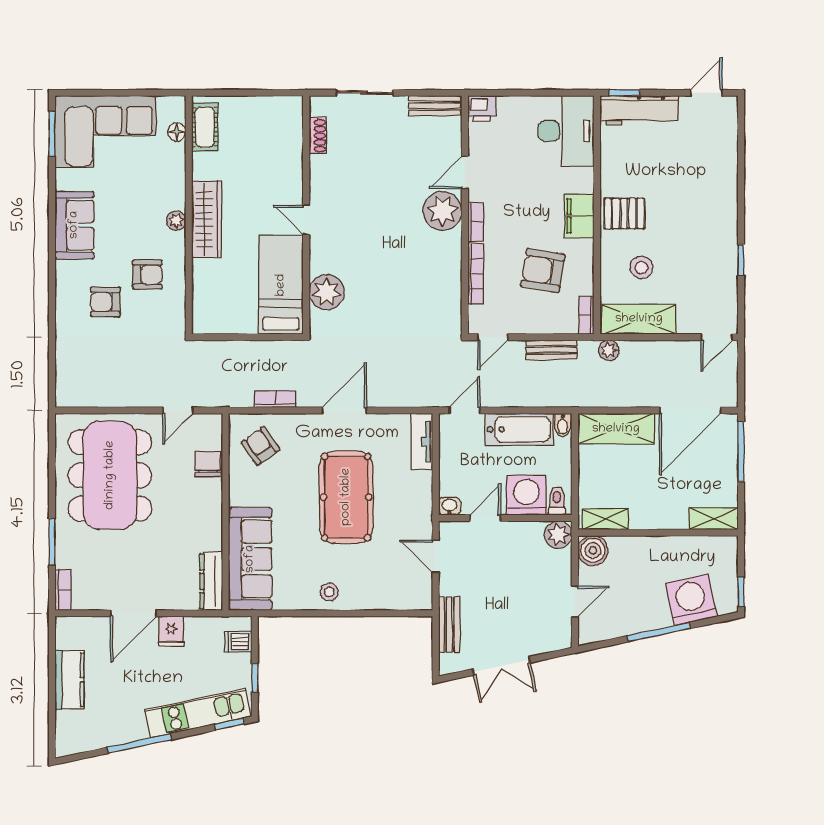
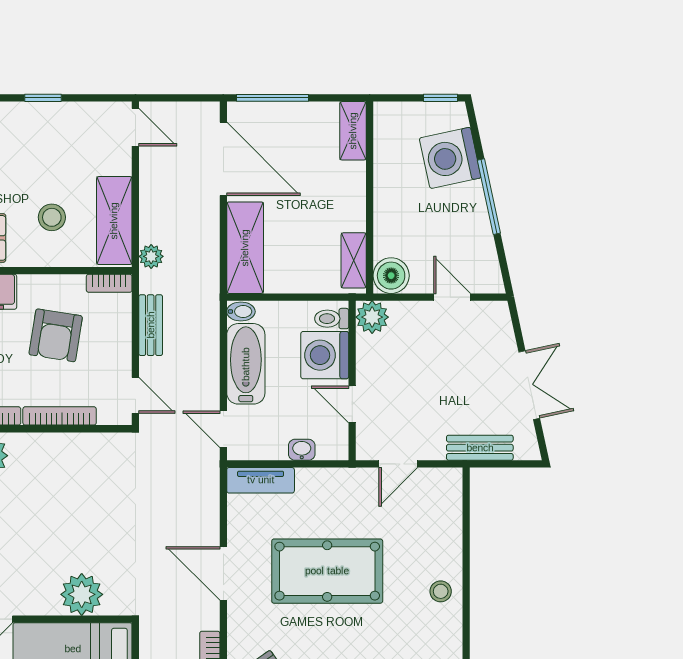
washbasin: (449, 506) -> (302, 450), moved, turned 90

